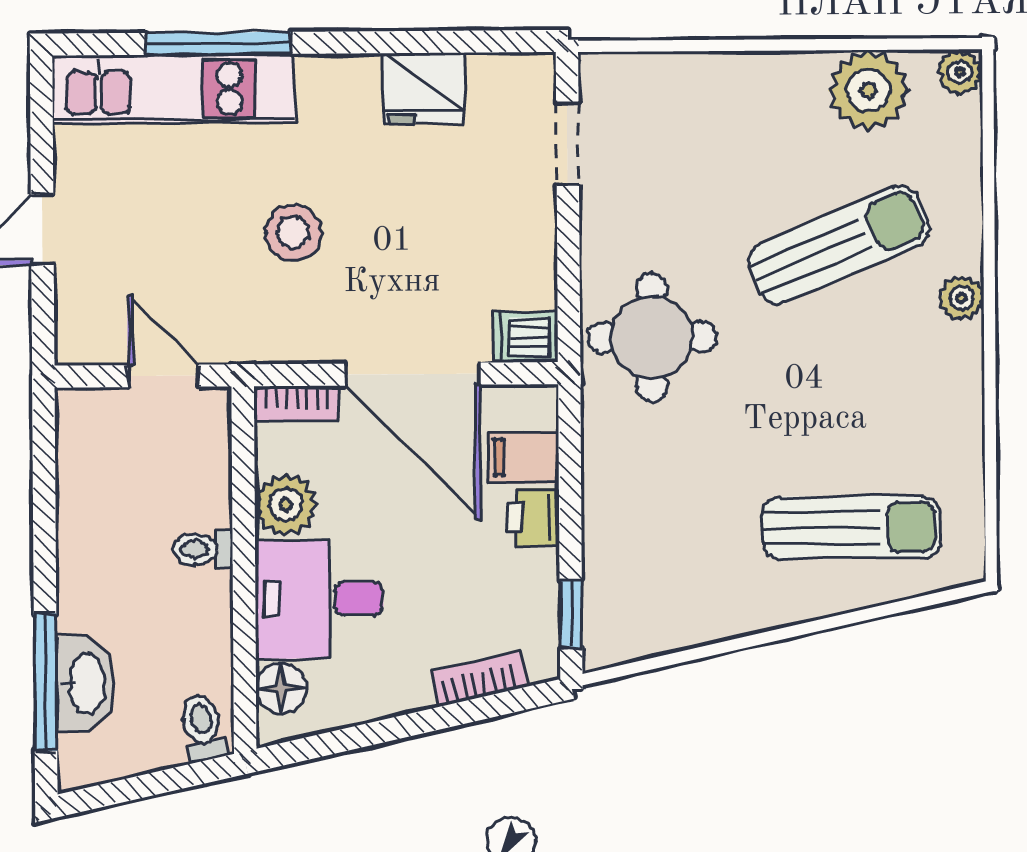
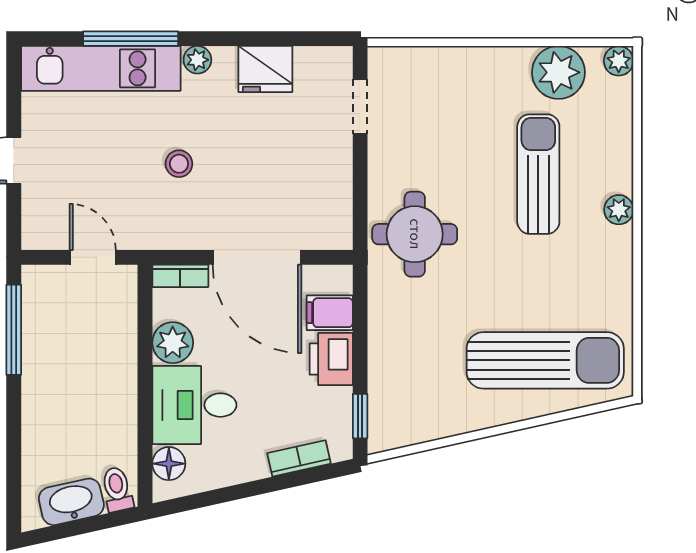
plant: (320, 75) -> (197, 60), added
stool: (293, 233) -> (179, 164), width x0.73, depth x0.73
sun lounger: (839, 245) -> (538, 174), turned -67
dishwasher: (525, 337) -> (331, 233), removed
printer: (533, 517) -> (331, 359), width x1.36, depth x1.24
sun lounger: (851, 528) -> (545, 360), width x1.36, depth x1.34
toilet: (203, 549) -> (118, 372), removed
window: (45, 682) -> (14, 330), moved
washbasin: (86, 683) -> (71, 502), moved, turned -103

